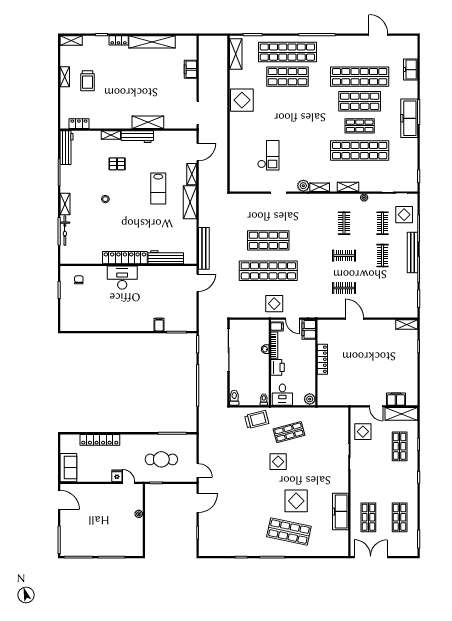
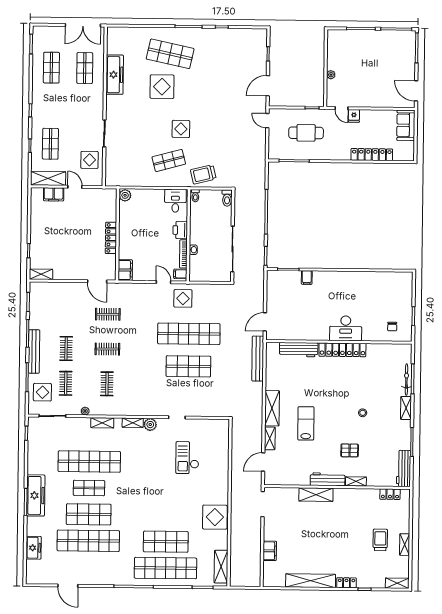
filing cabinet: (309, 329) -> (125, 270), moved
locker: (322, 359) -> (111, 238), moved
wall: (316, 363) -> (117, 234), moved
plant: (310, 399) -> (125, 195), moved

